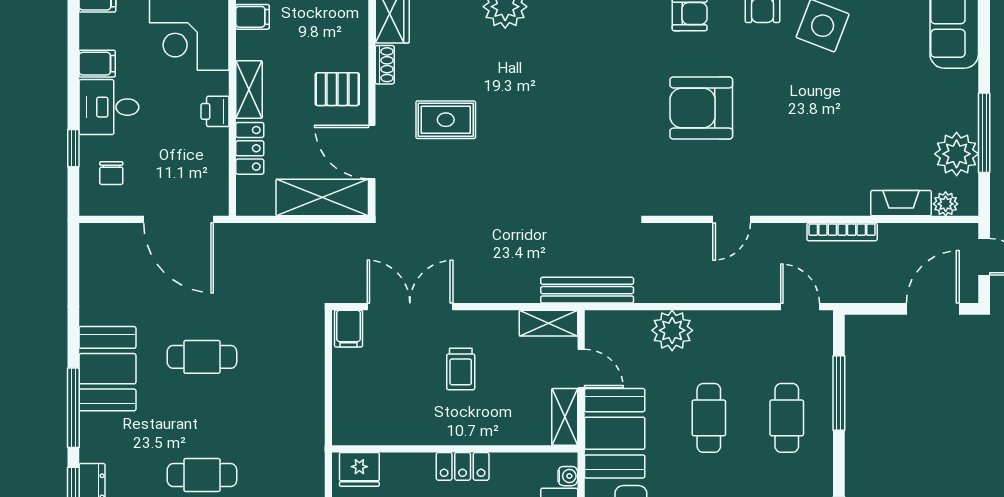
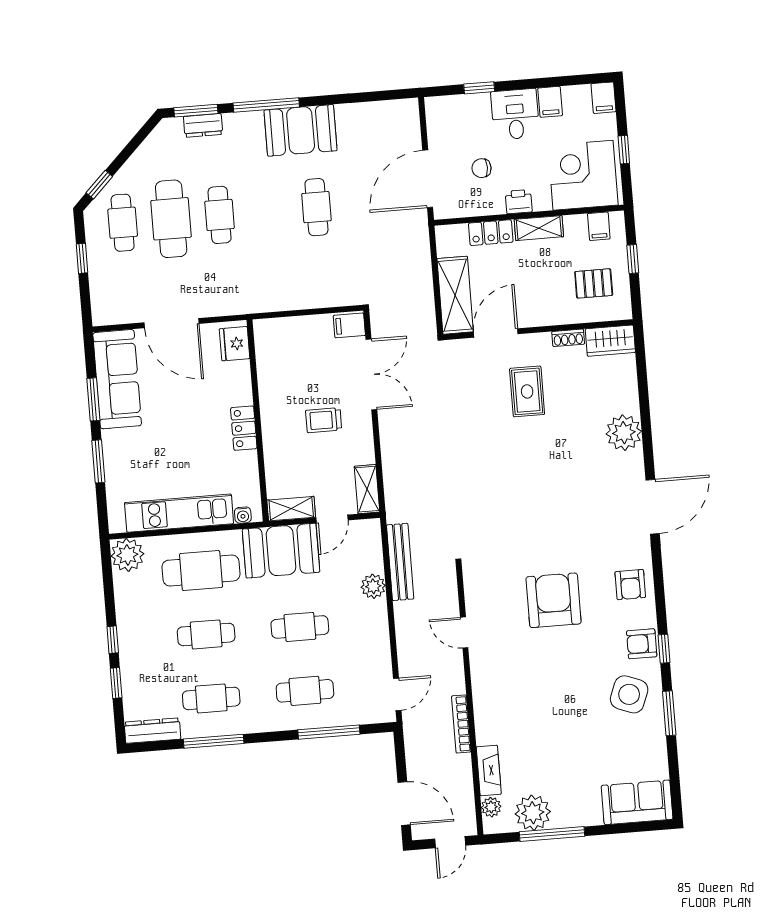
pallet: (337, 89) -> (594, 283), moved, turned 90
chair: (111, 173) -> (482, 168), moved
bench: (587, 290) -> (400, 562), moved
plant: (672, 330) -> (373, 586), width x0.73, depth x0.73

